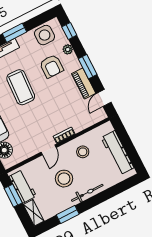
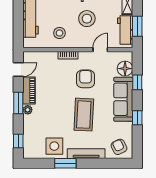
side table: (45, 35) -> (54, 146), moved
plant: (68, 49) -> (28, 110), moved
armchair: (51, 66) -> (86, 79), moved
door: (49, 150) -> (100, 50), moved

